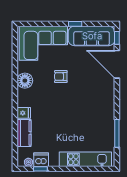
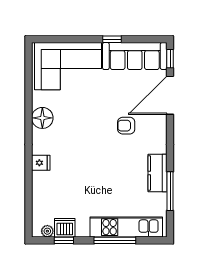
door: (117, 64) -> (170, 95), hinge flipped
armchair: (61, 77) -> (126, 126), moved
kitchen counter: (24, 133) -> (157, 173), moved, turned 180
window: (77, 169) -> (115, 240), added

